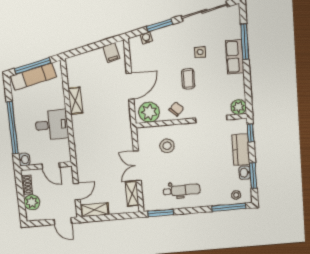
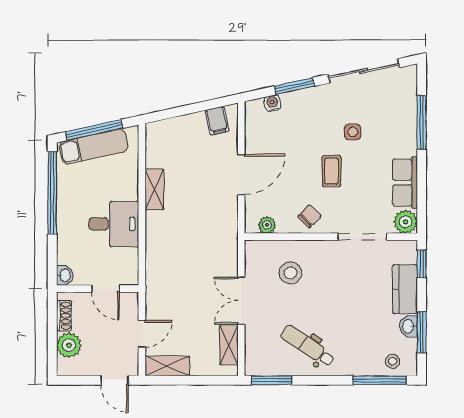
row of seats: (235, 57) -> (405, 183), moved
plant: (149, 112) -> (267, 225), width x0.53, depth x0.53
window: (13, 128) -> (52, 193), moved
dental chair: (182, 190) -> (308, 346), turned -145

